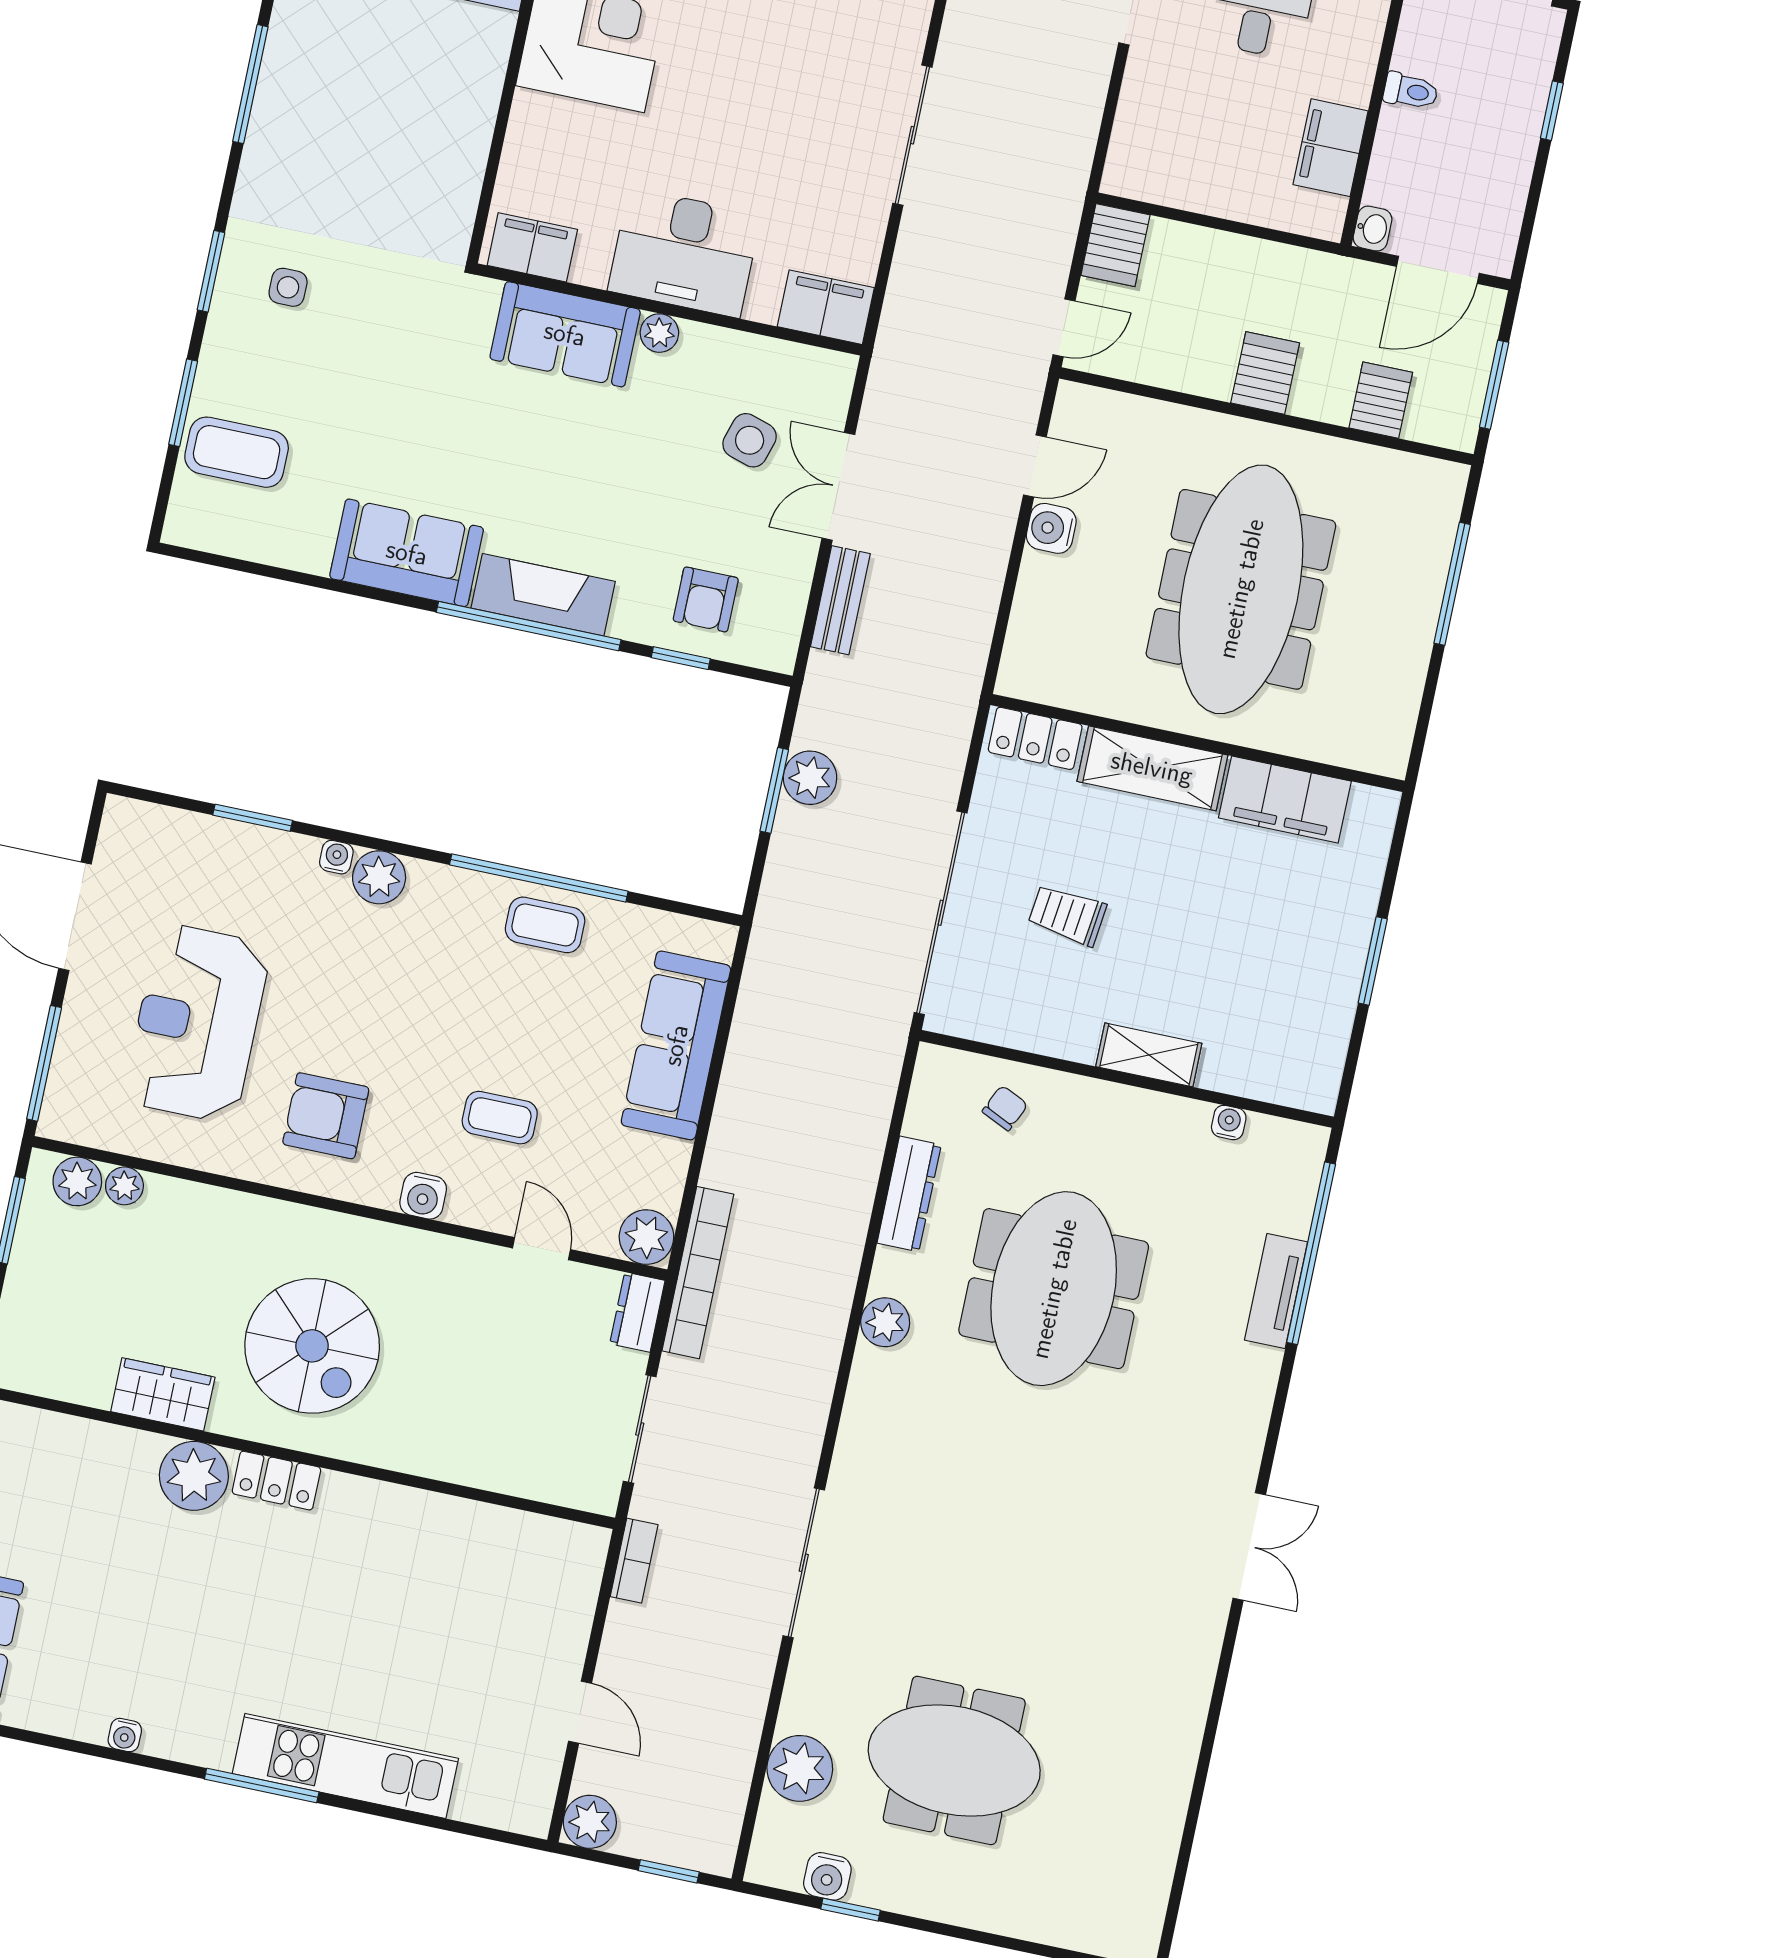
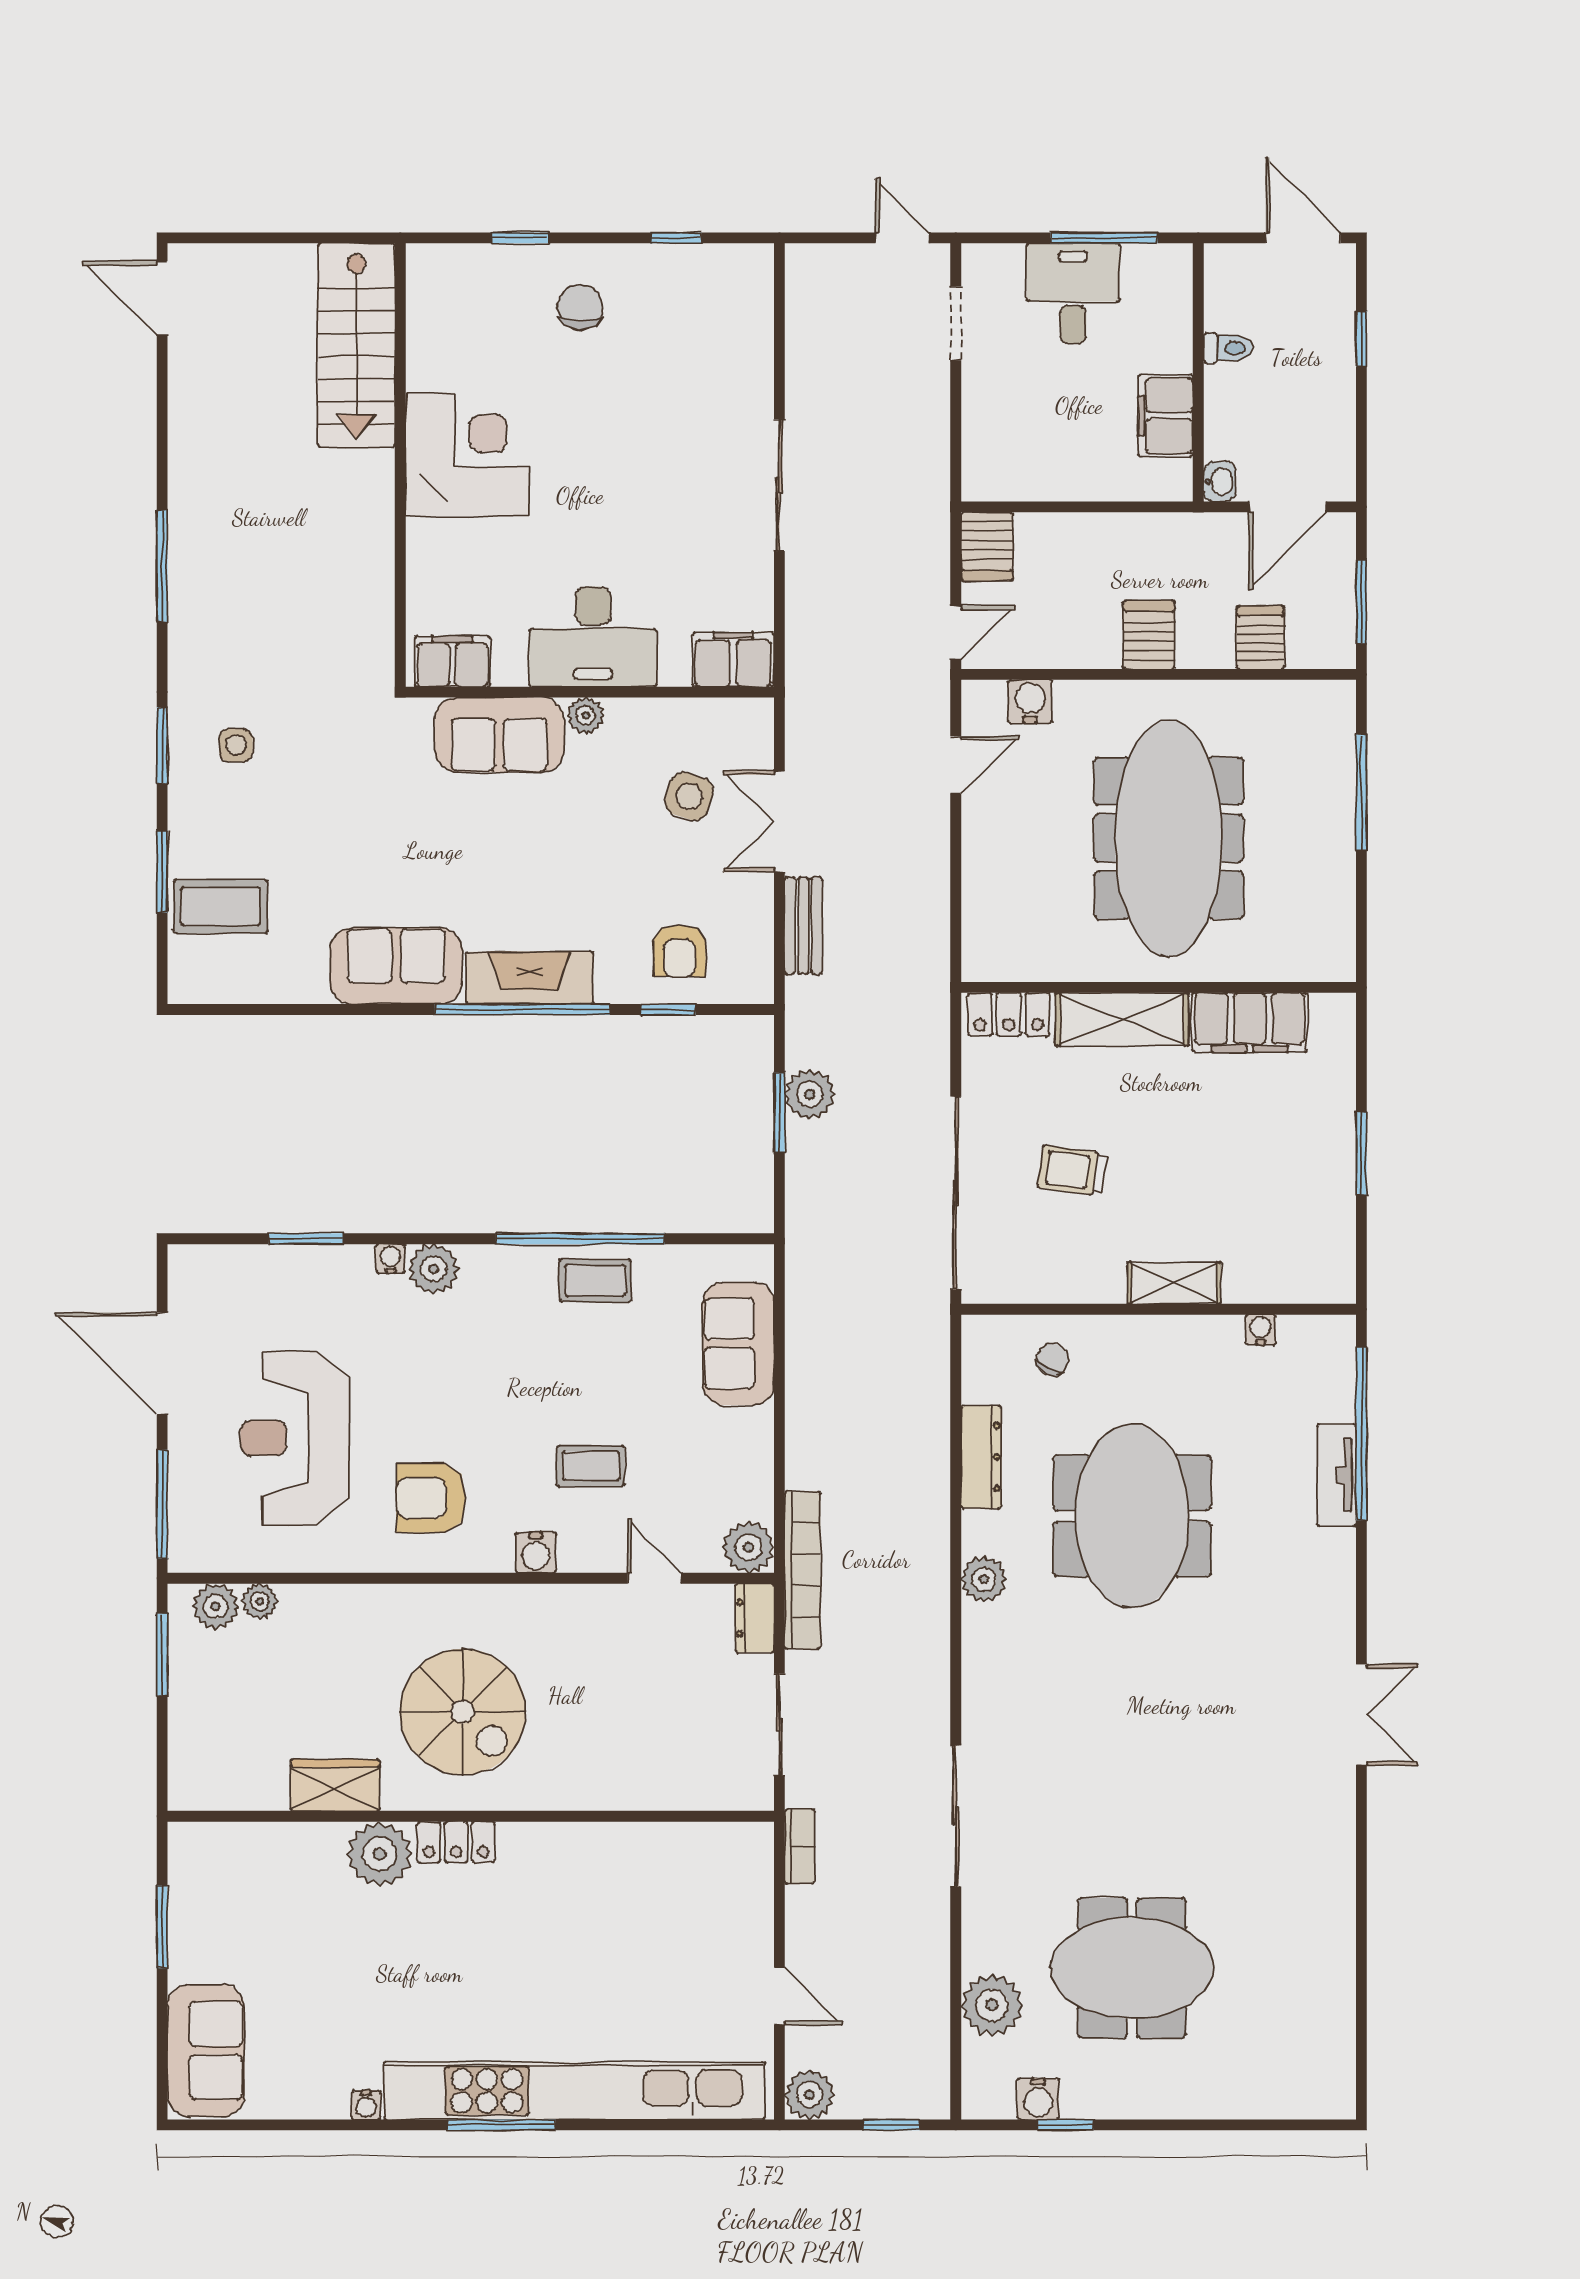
water cooler: (1051, 528) -> (1030, 701), moved, turned 90
sofa: (676, 1045) -> (738, 1344), width x0.73
kitchen unit: (345, 1766) -> (575, 2091), width x1.86

